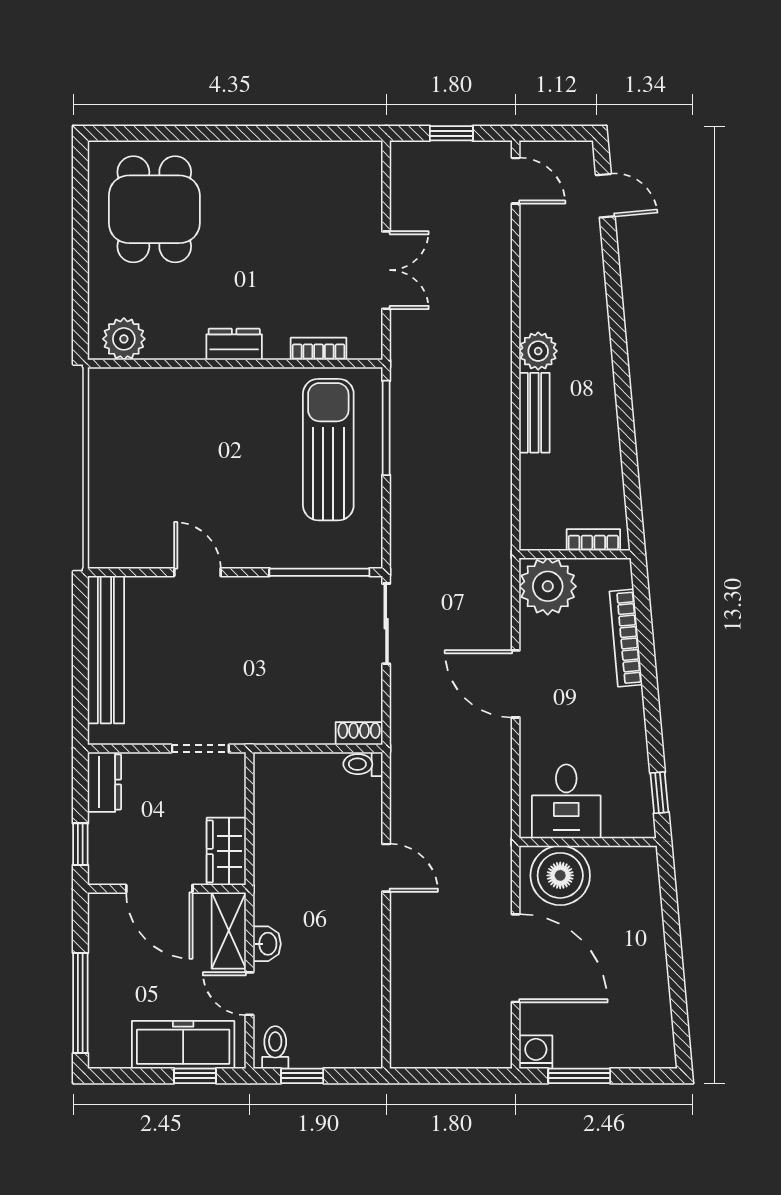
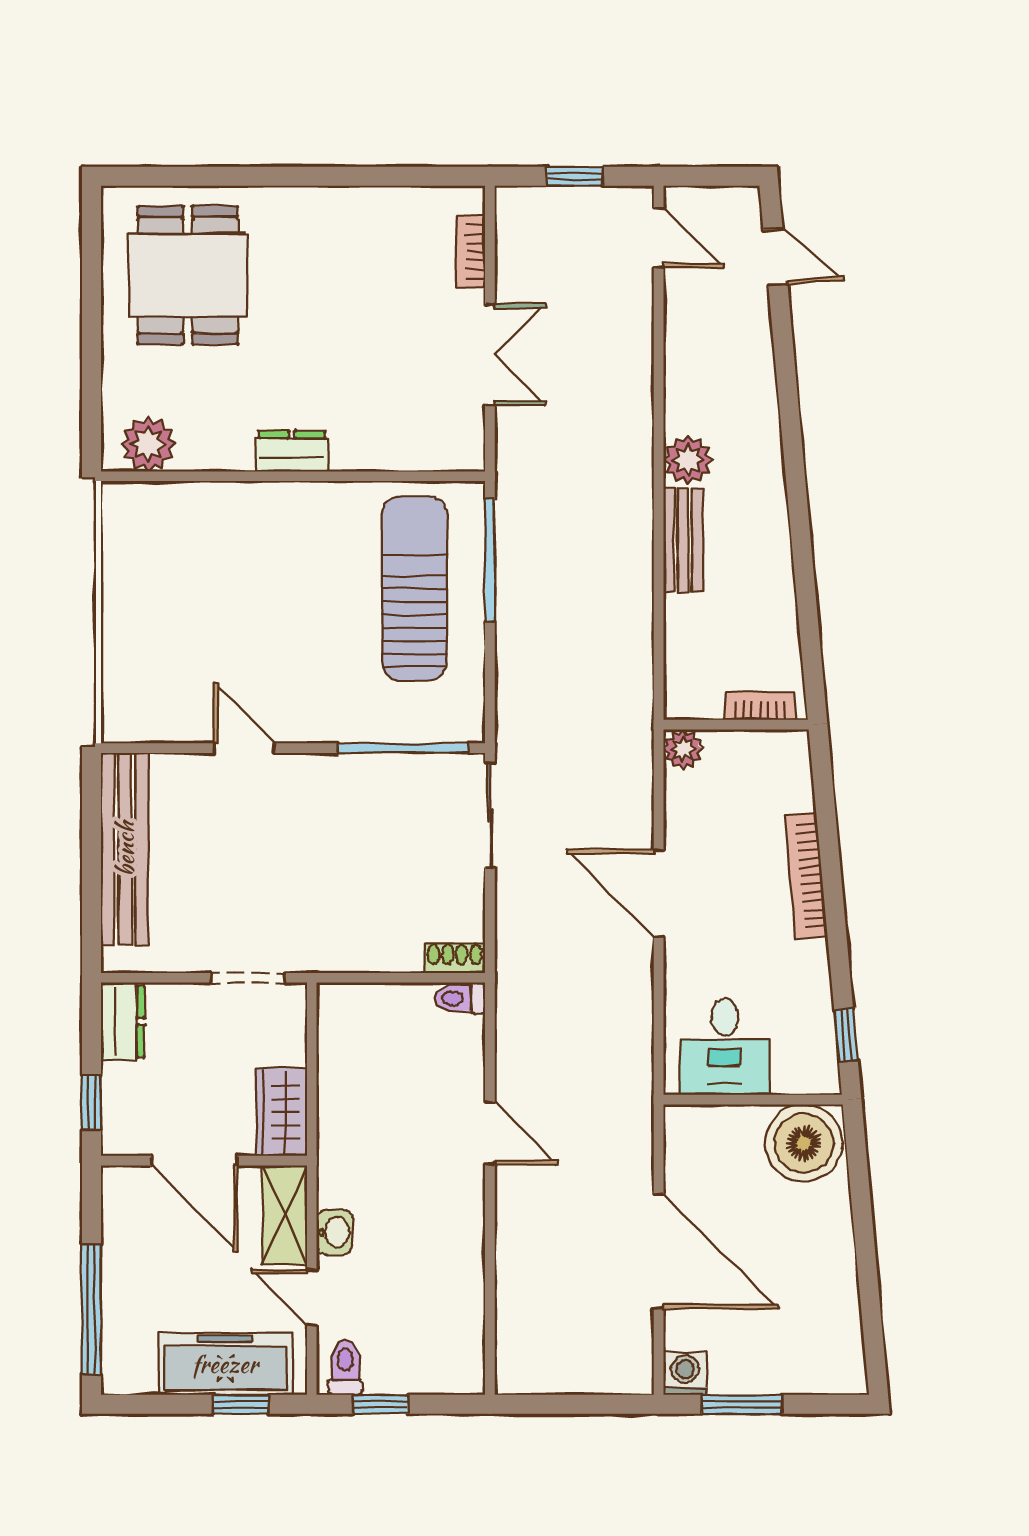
bookcase: (319, 349) -> (471, 252), moved, turned -90
plant: (548, 586) -> (683, 749), width x0.53, depth x0.53
bookcase: (626, 638) -> (806, 876), moved
boiler: (560, 875) -> (804, 1143), moved

